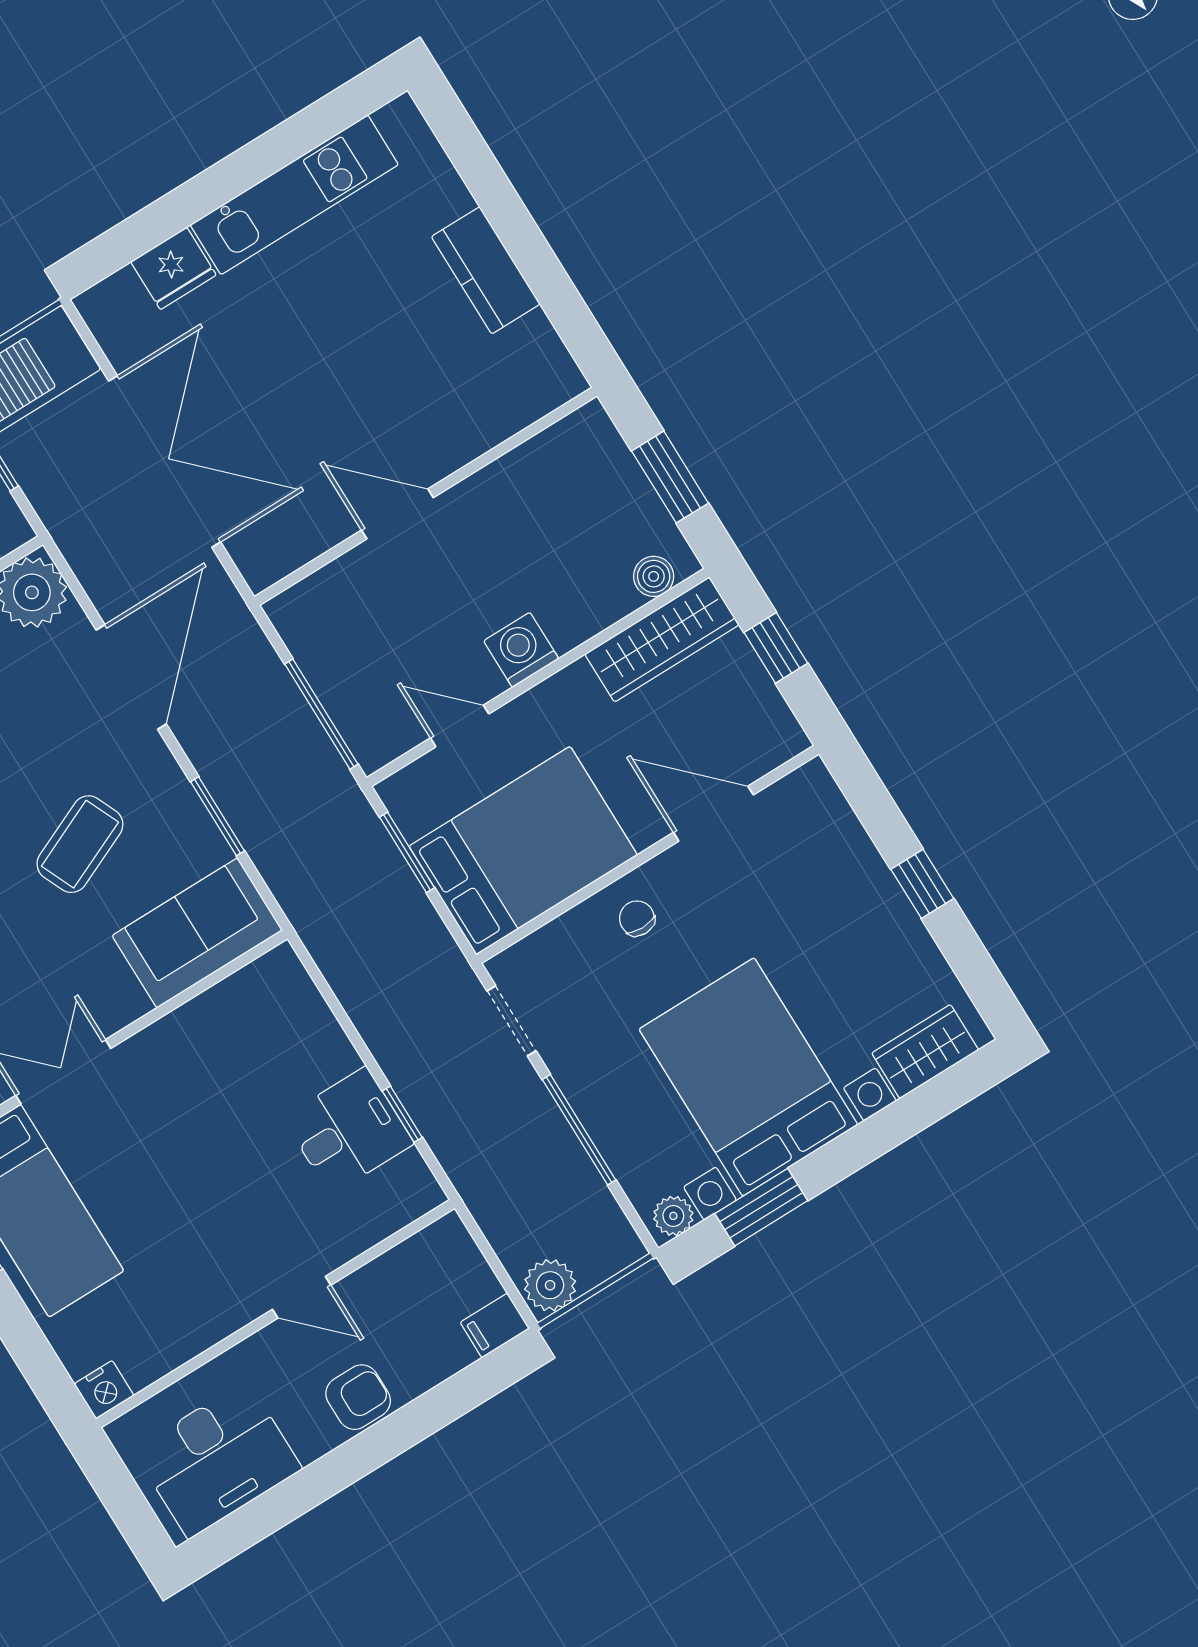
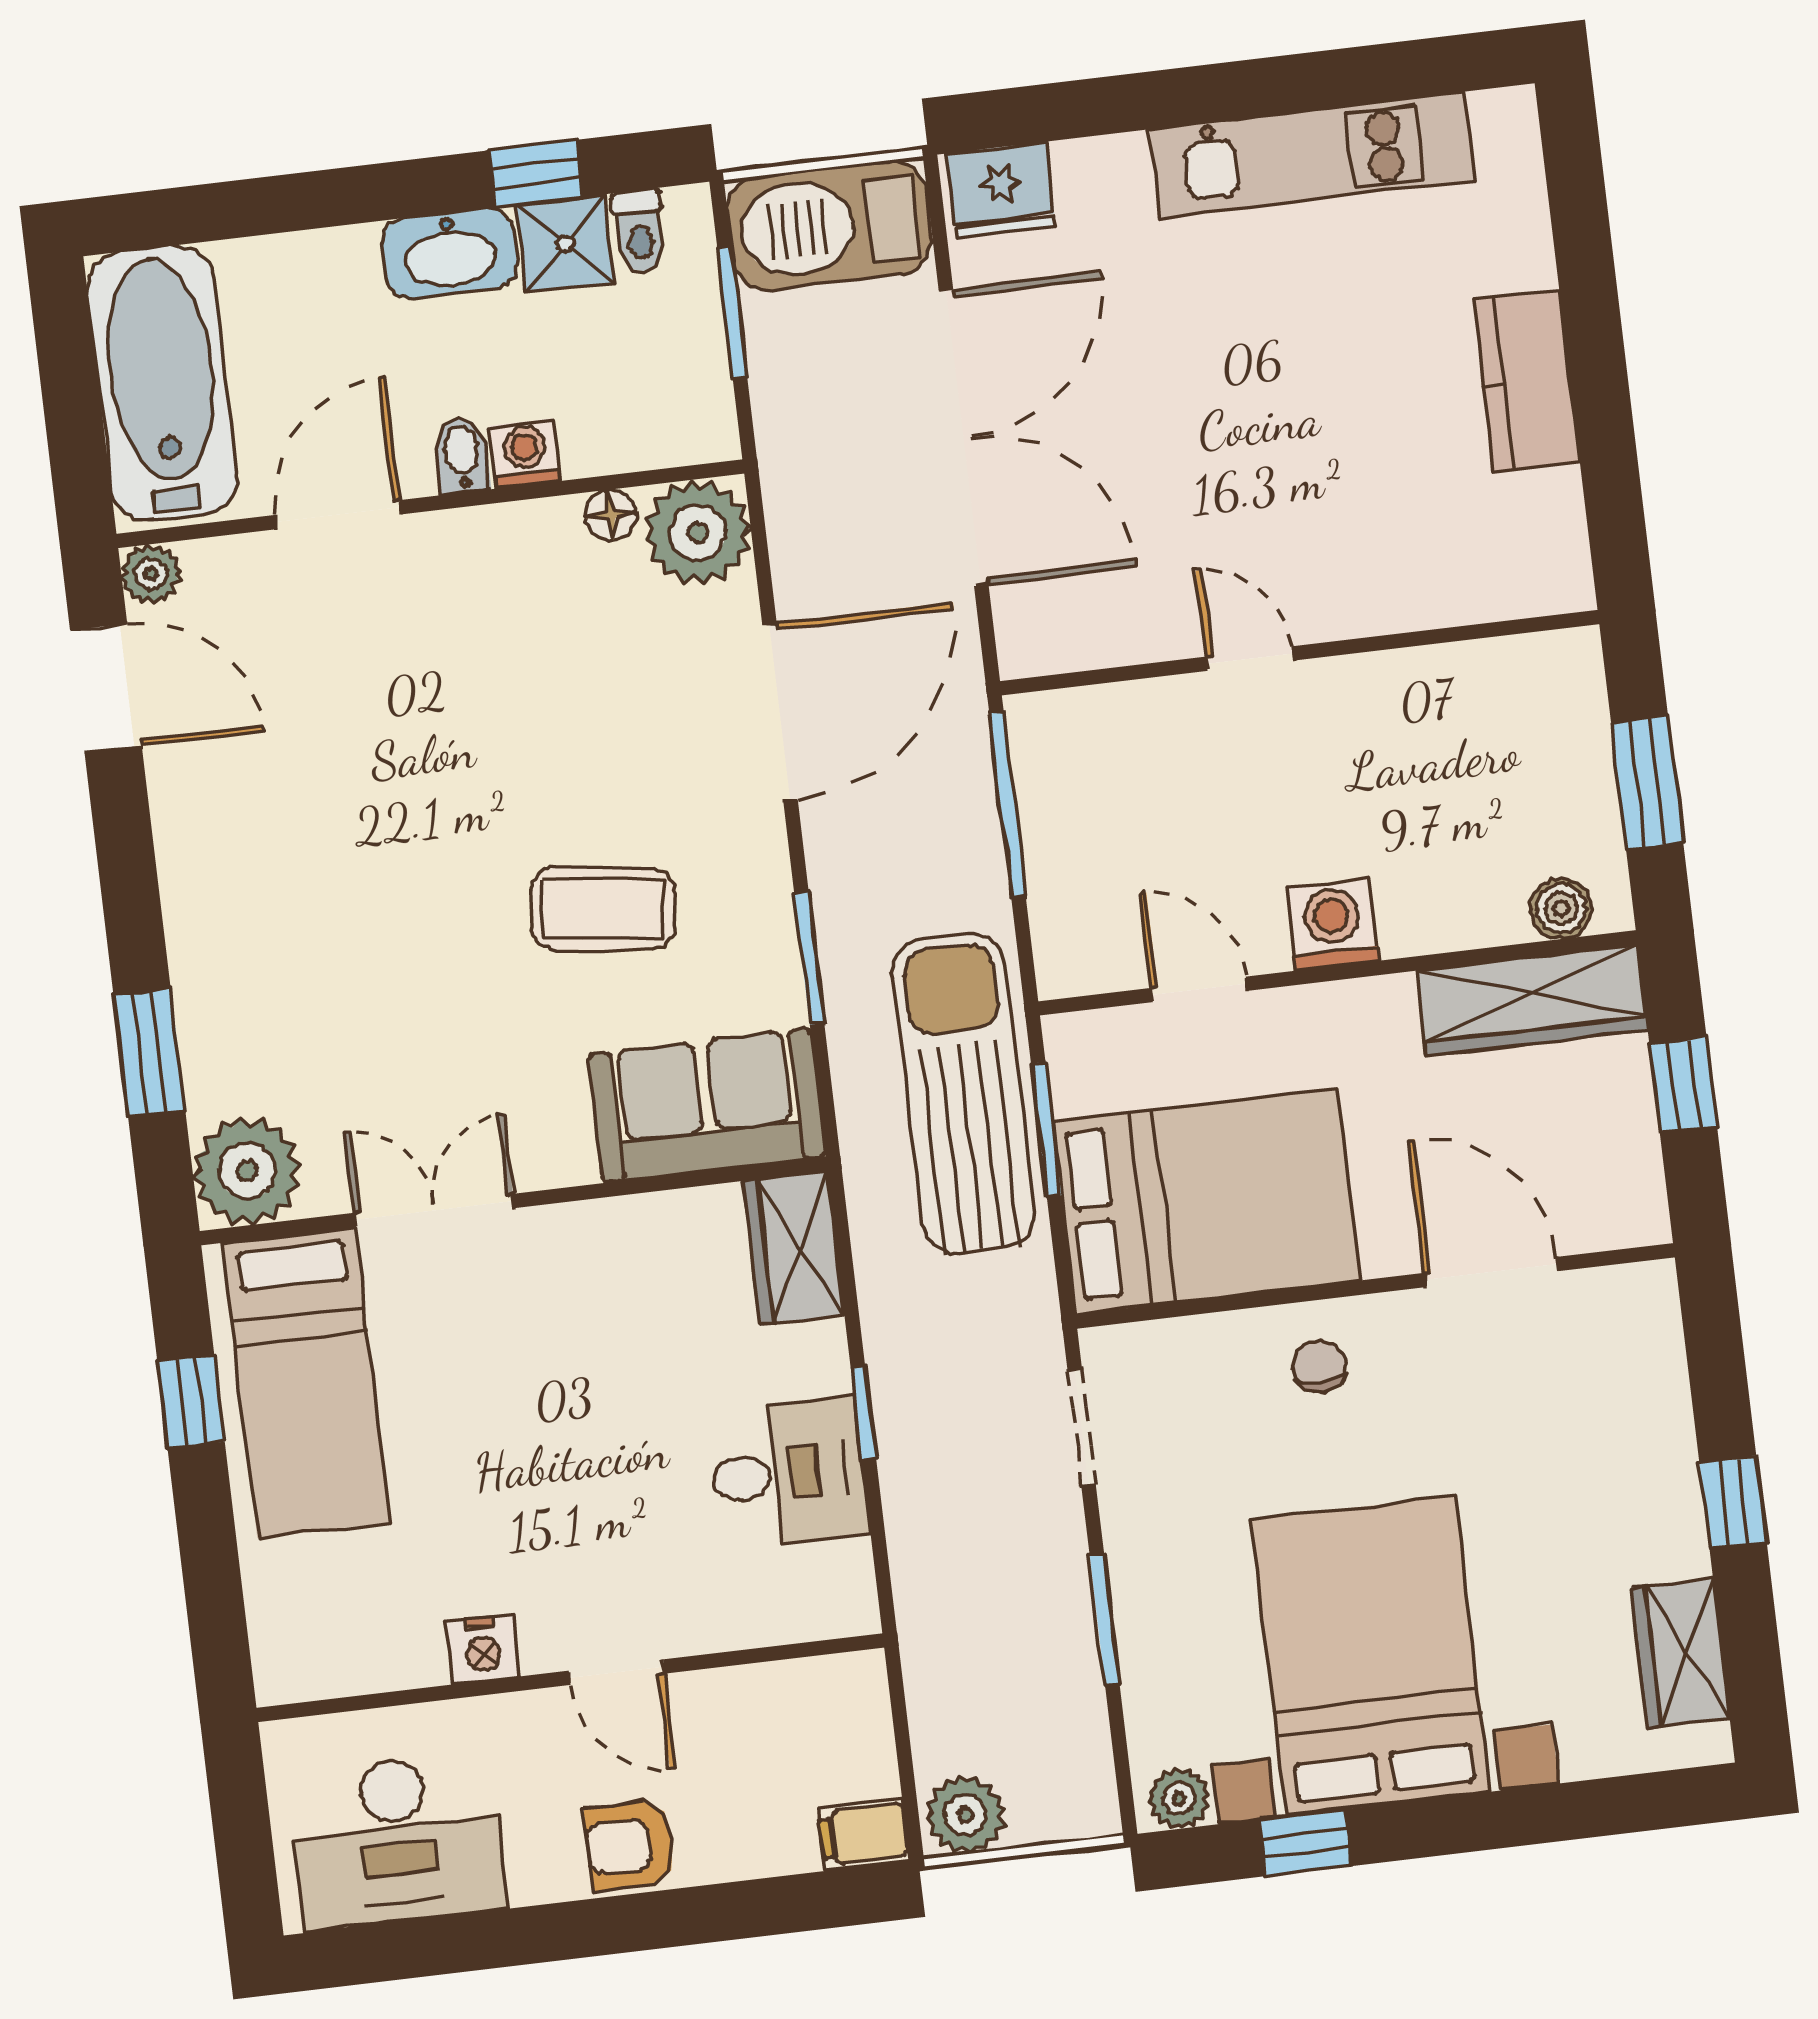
fridge: (173, 268) -> (1001, 190), moved
door: (397, 514) -> (1249, 659), width x0.73
window: (321, 714) -> (1007, 805), moved
coffee table: (80, 844) -> (603, 909), turned 31
sun lounger: (348, 854) -> (964, 1094), added
wardrobe: (289, 994) -> (794, 1248), added
wardrobe: (925, 1052) -> (1681, 1653), moved, turned -90
window: (402, 1114) -> (863, 1413), moved
window: (579, 1130) -> (1105, 1620), width x0.69
window: (761, 1207) -> (1305, 1843), width x0.67
nightstand: (104, 1390) -> (483, 1649), moved
armchair: (358, 1397) -> (631, 1845), turned 180

